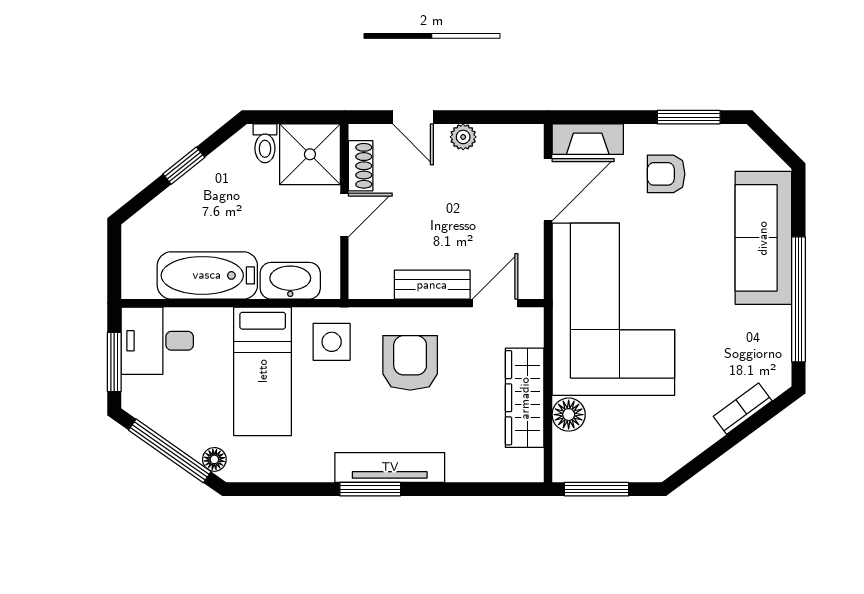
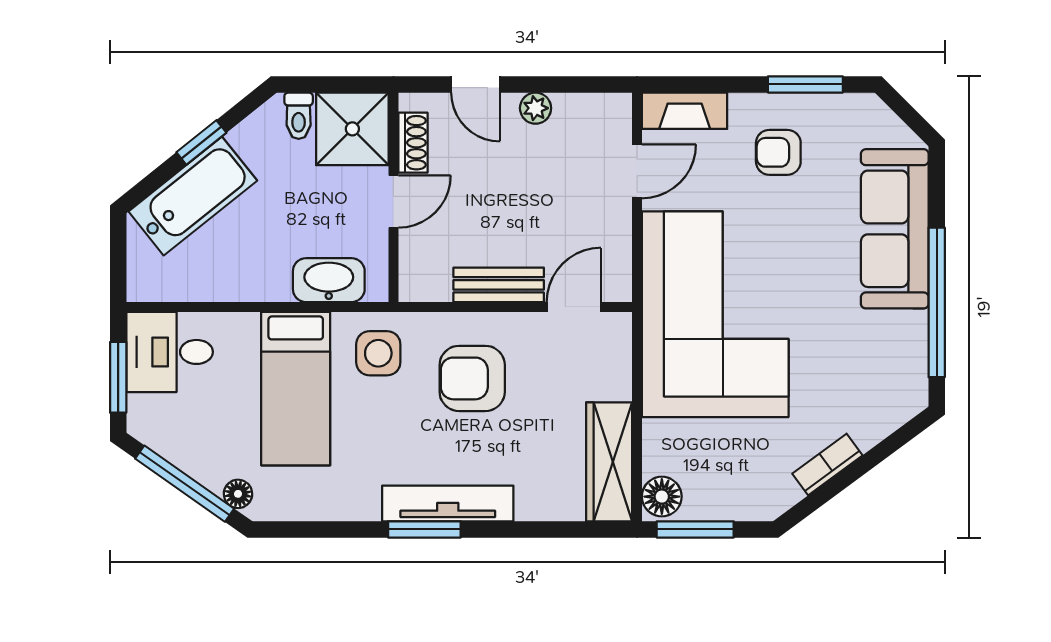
door: (548, 190) -> (637, 171), width x0.73
bathtub: (207, 275) -> (193, 196), moved, turned 141
armchair: (410, 363) -> (472, 378), turned -90
wardrobe: (525, 398) -> (609, 462), moved
bookcase: (743, 409) -> (827, 464), moved
floor lamp: (569, 415) -> (662, 497), moved

